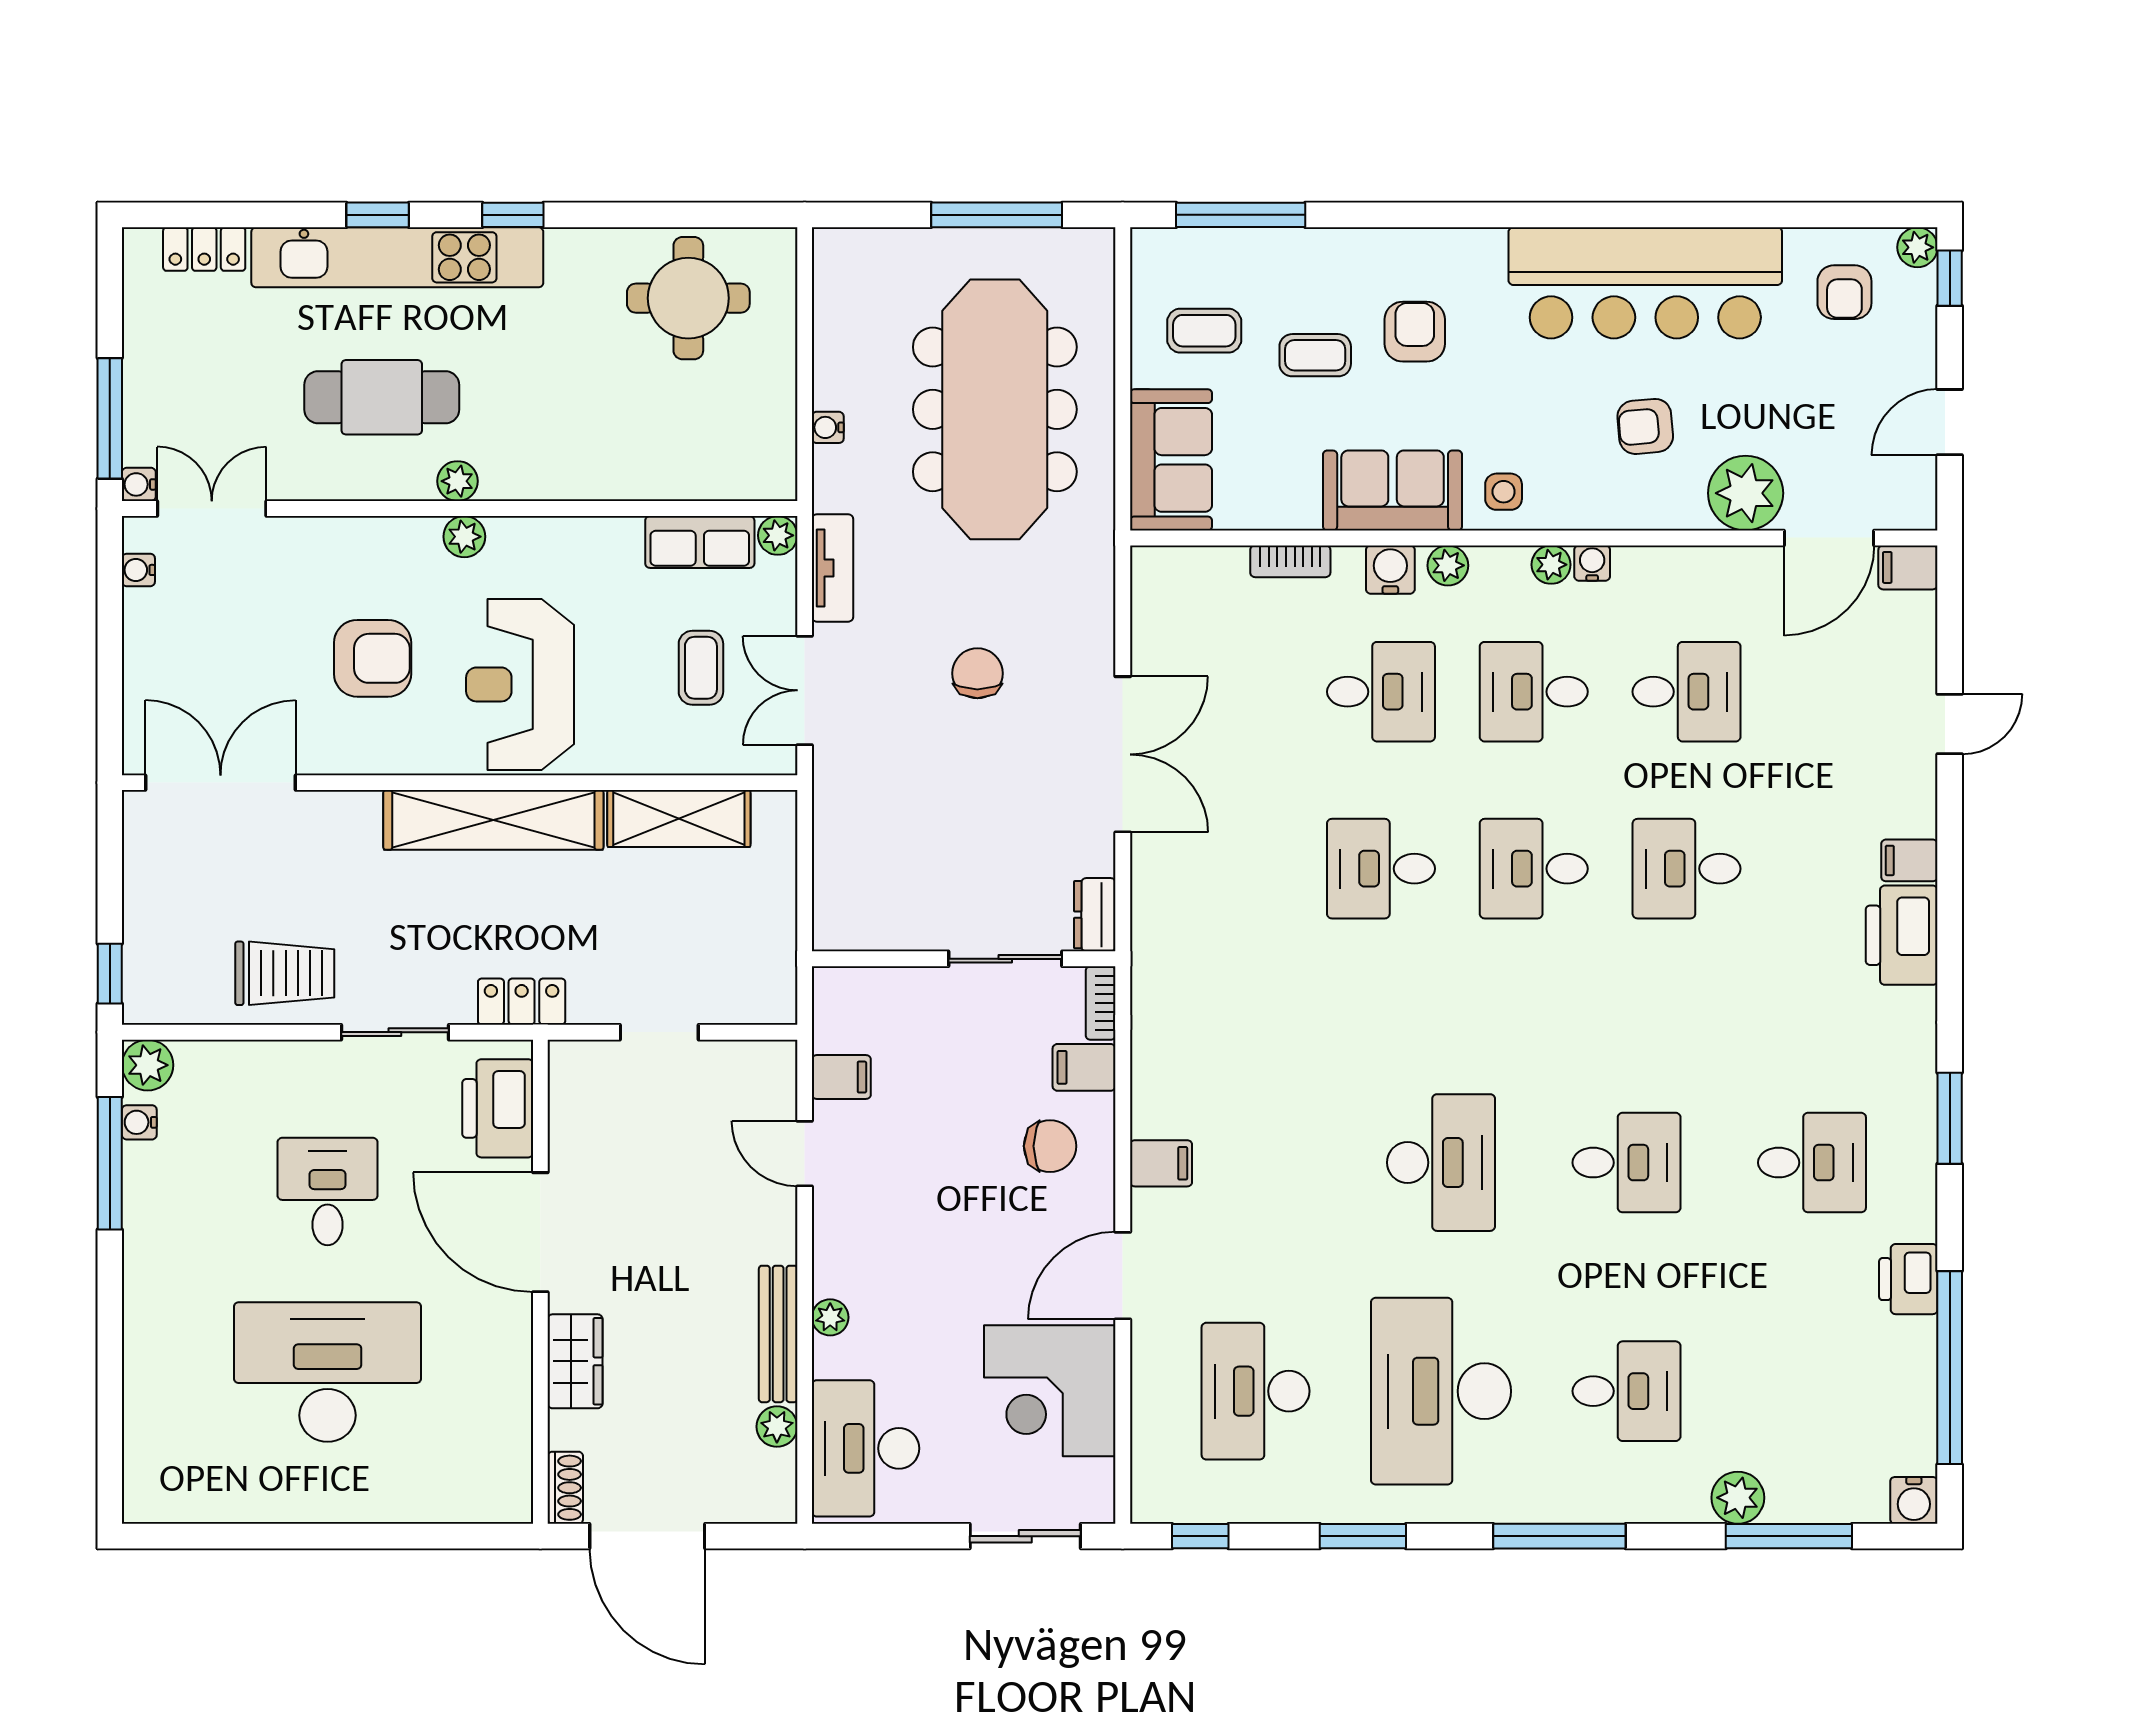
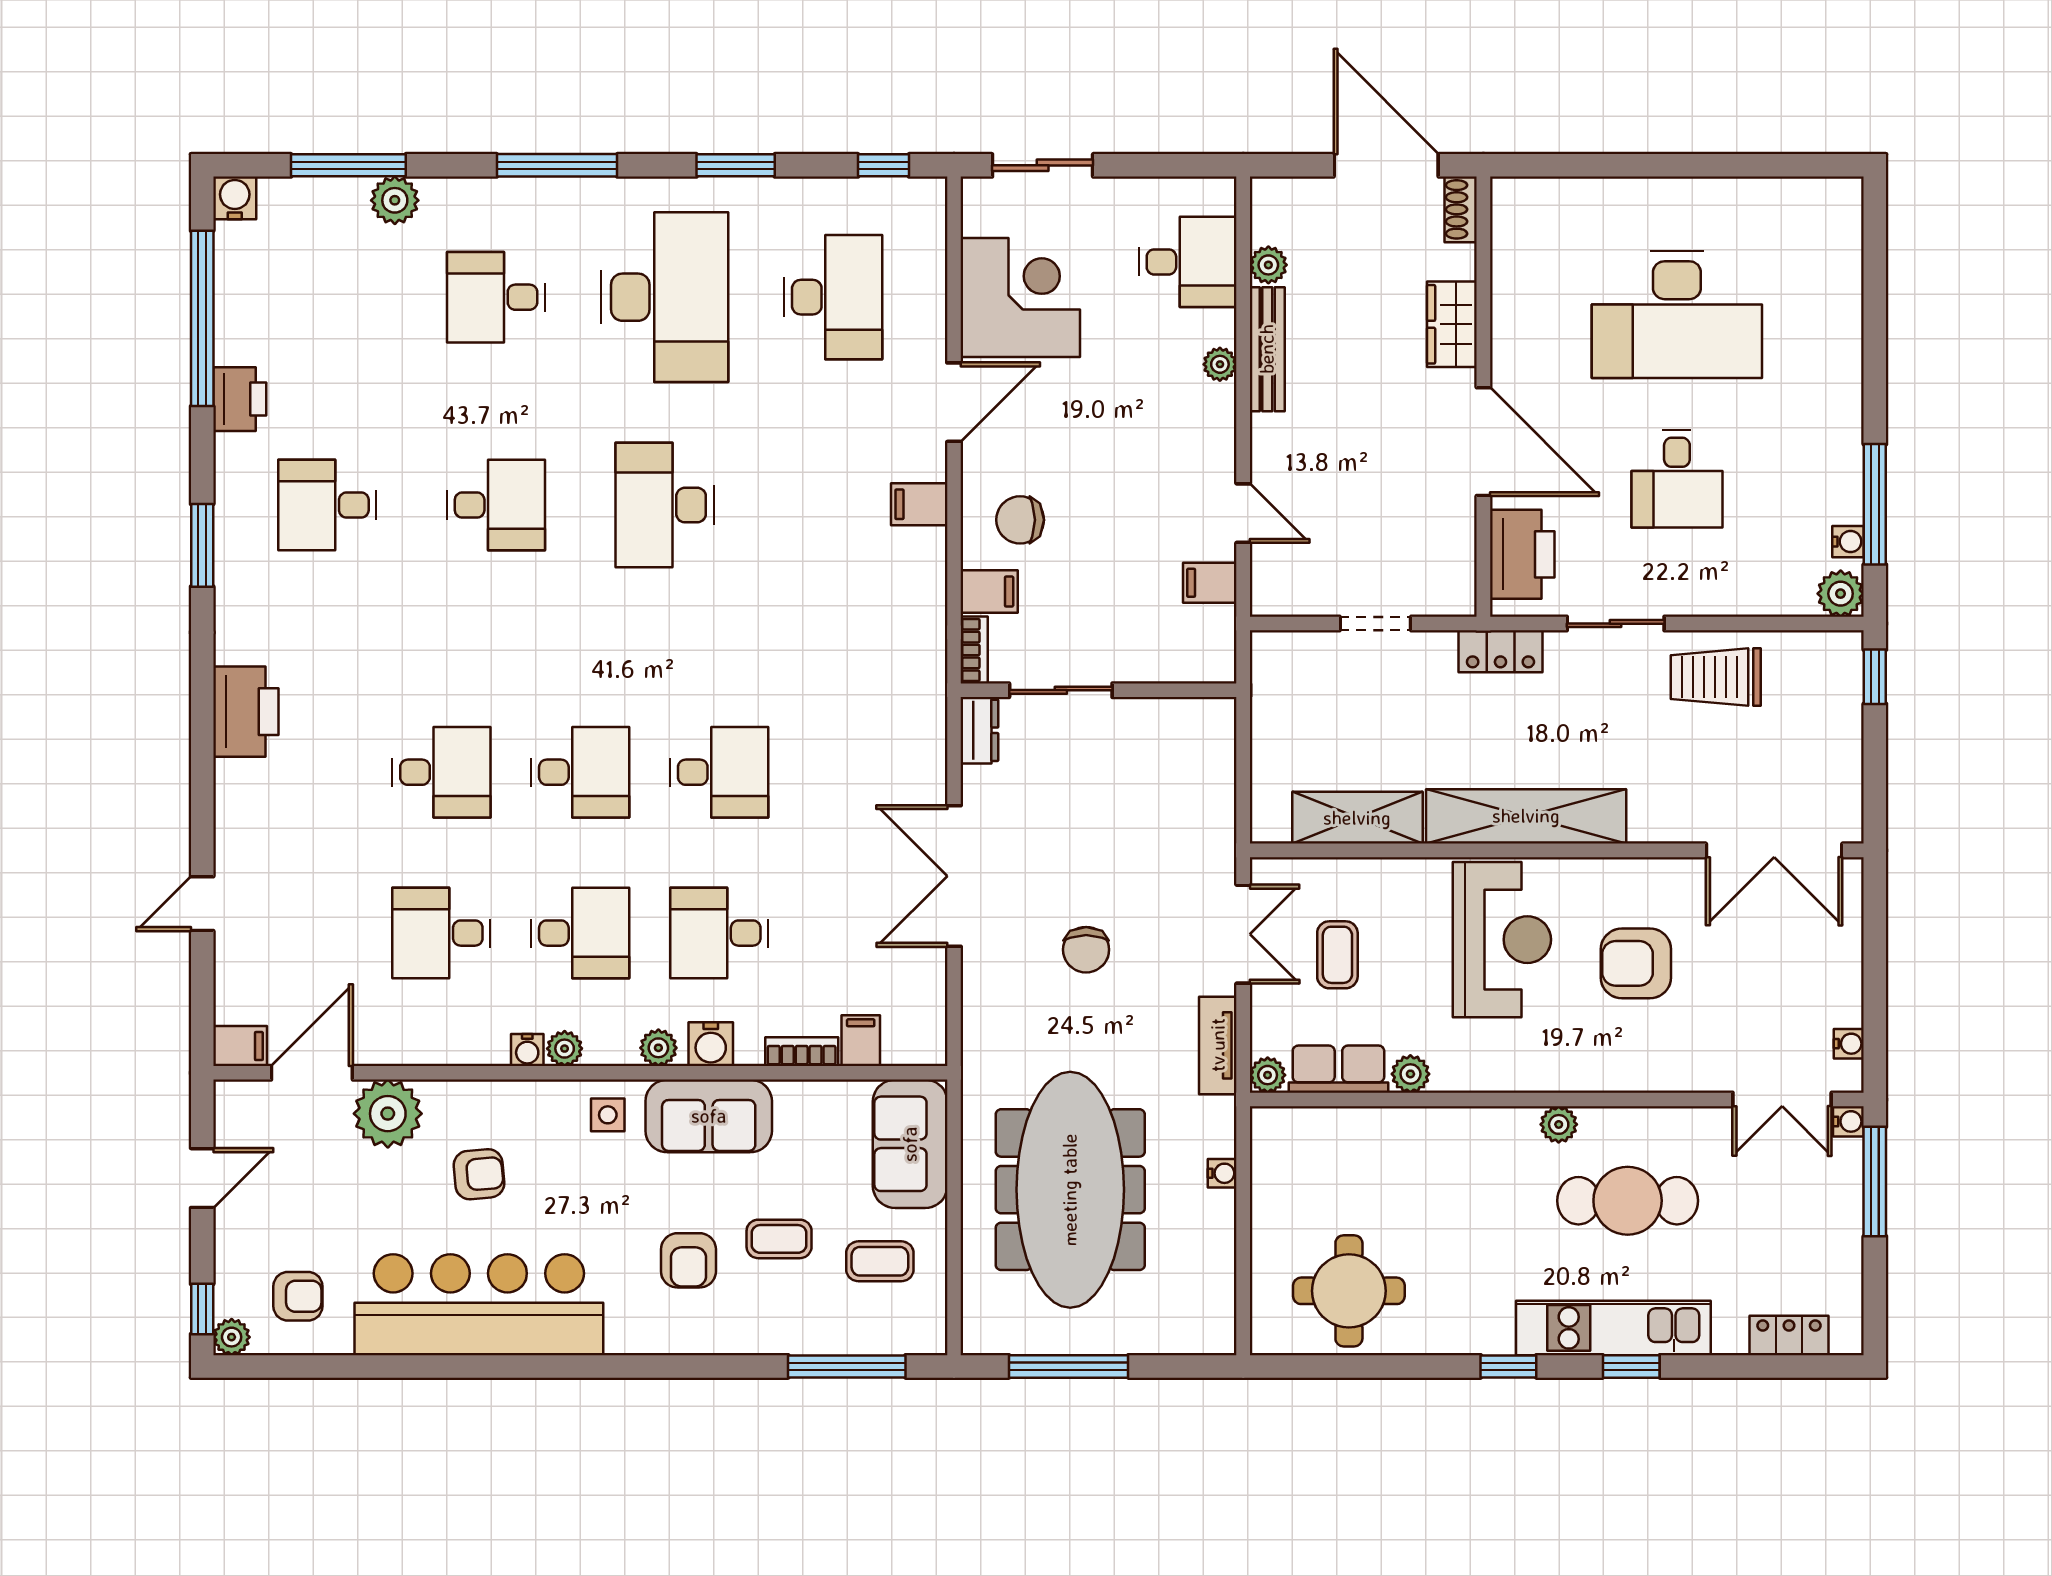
kitchen unit: (397, 257) -> (1613, 1328), width x0.73
armchair: (1844, 292) -> (298, 1296), turned 90
plant: (464, 537) -> (1410, 1074), moved
filing cabinet: (1909, 860) -> (861, 1041), moved, turned -90
desk: (1626, 1163) -> (496, 505), turned 180
desk: (866, 1448) -> (1188, 262), width x0.73

